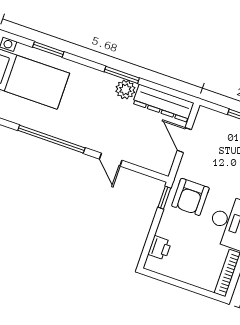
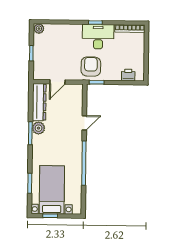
armchair: (190, 197) -> (91, 67), turned -90

